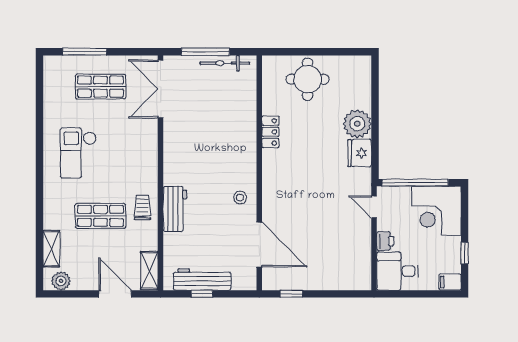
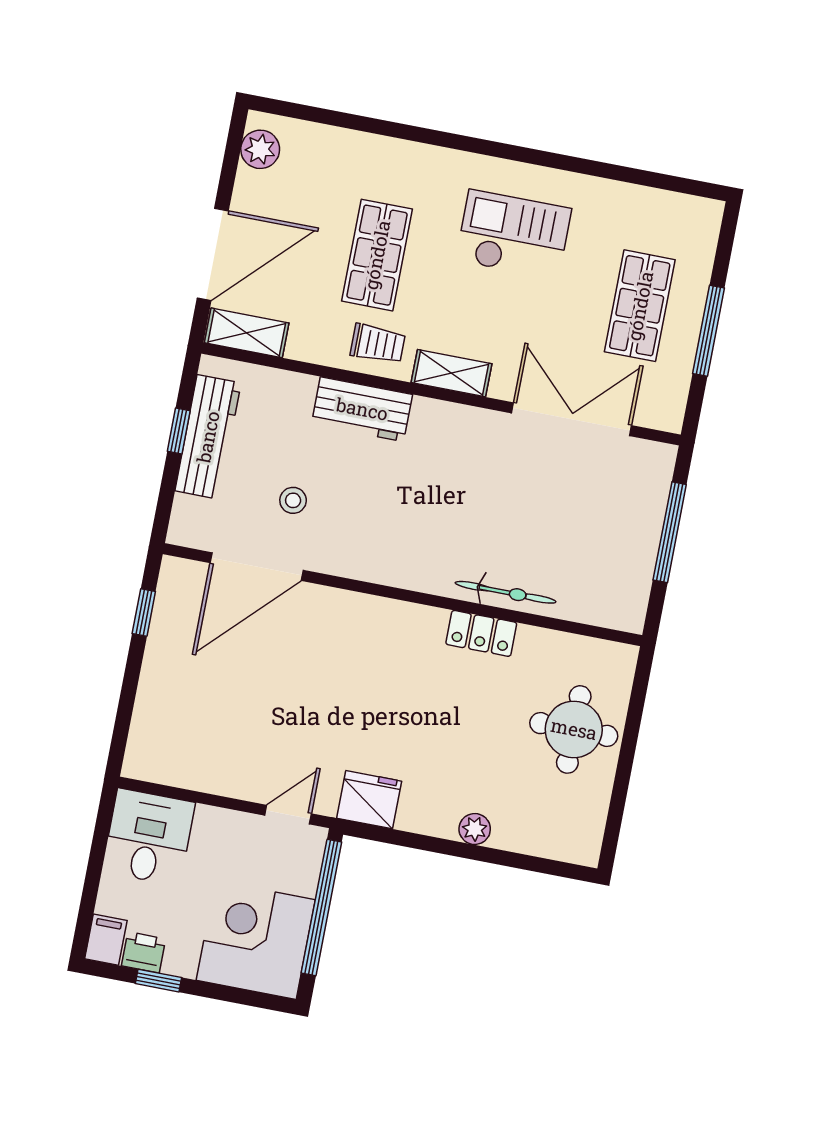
window: (85, 52) -> (708, 331), moved
bicycle: (225, 63) -> (506, 592), moved, turned 90
double door: (161, 89) -> (572, 419), moved
plant: (357, 124) -> (475, 829), width x0.53, depth x0.53
fridge: (360, 153) -> (369, 800), moved
stool: (240, 197) -> (293, 500), moved
printer: (385, 241) -> (144, 952), moved, turned 180
shelving: (51, 249) -> (451, 373), moved
door: (115, 294) -> (213, 254), width x1.36

